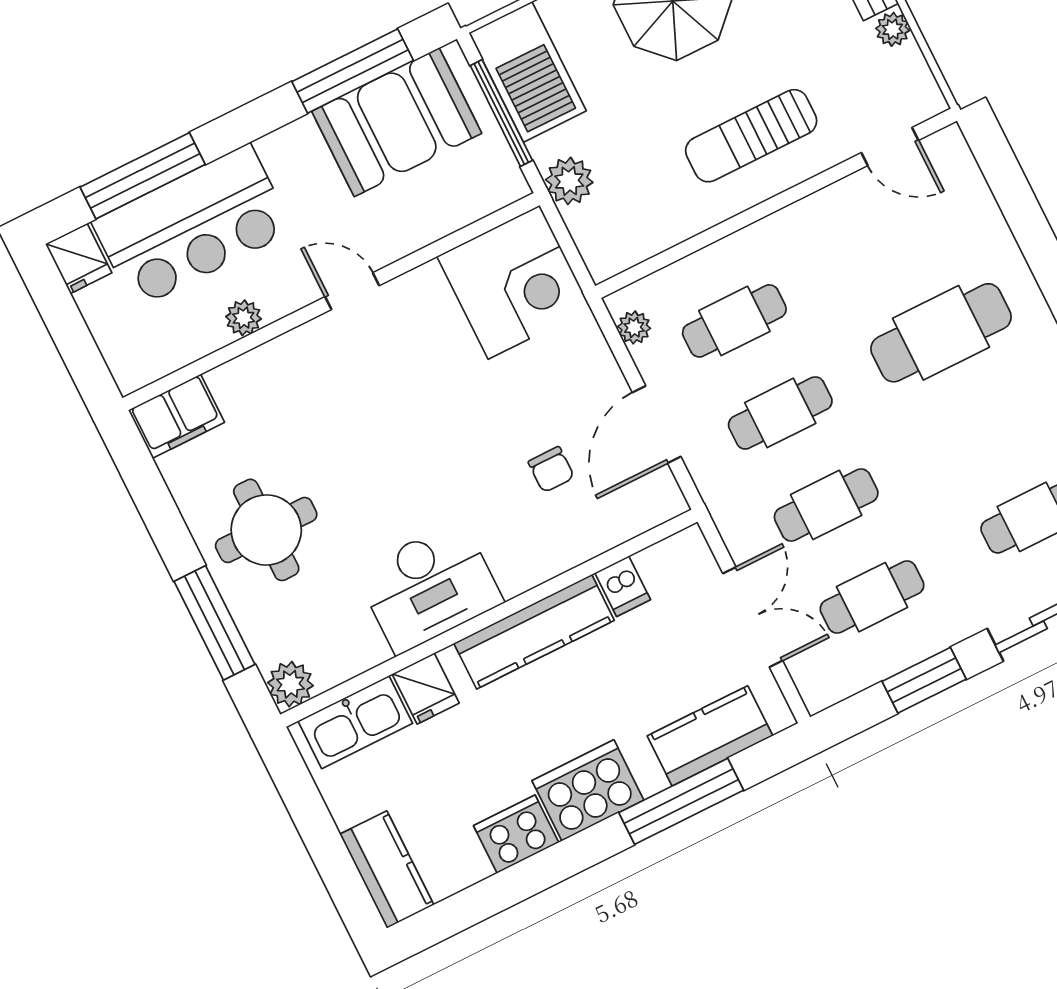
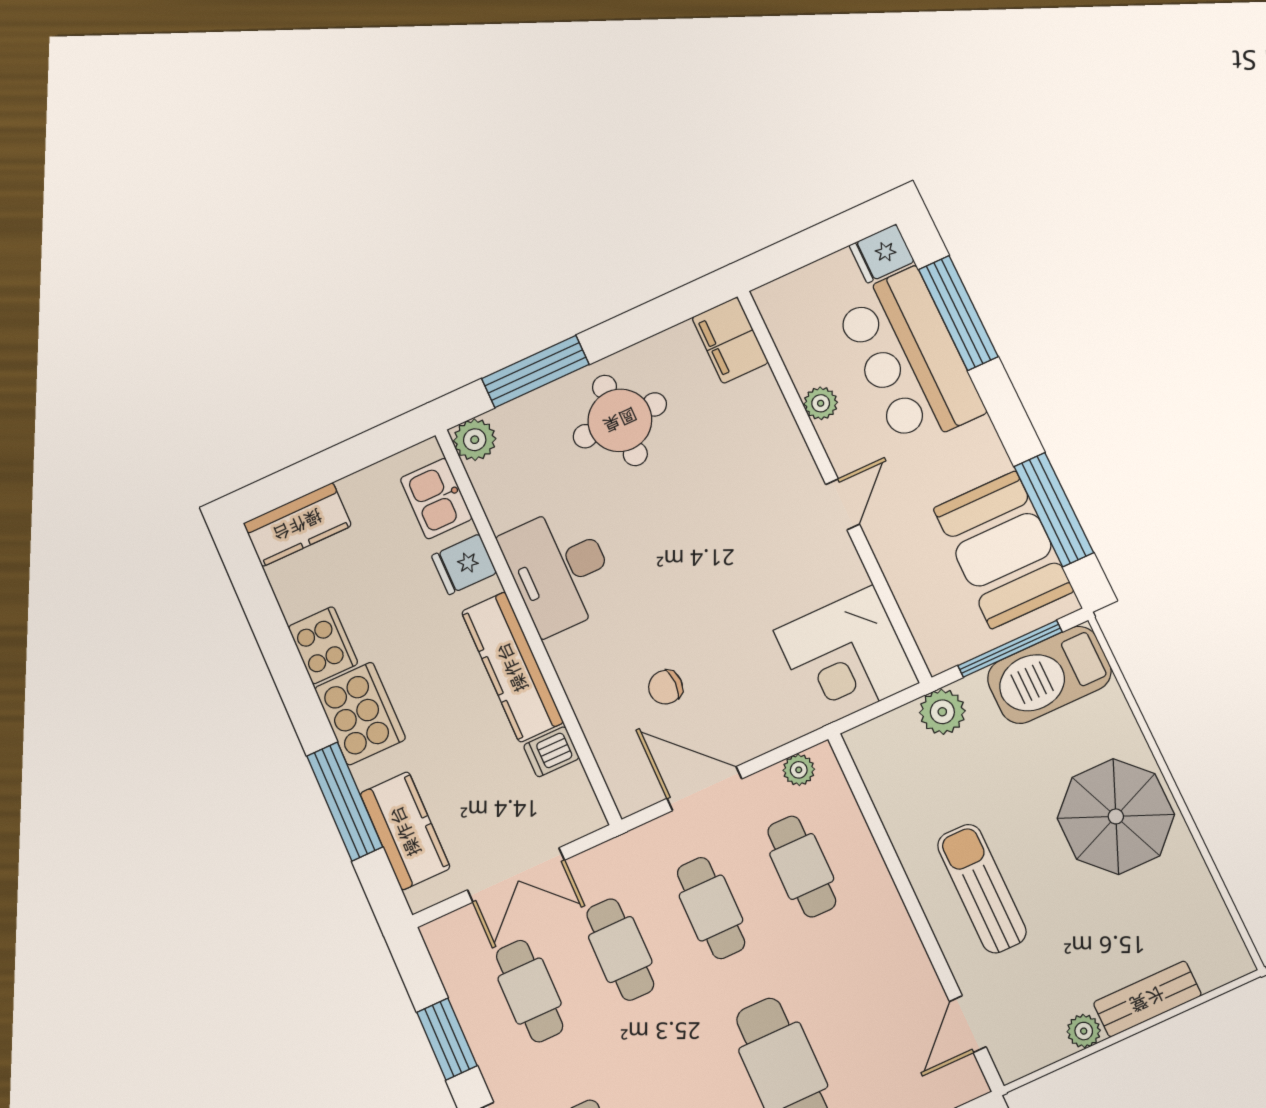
kitchen sink: (355, 722) -> (436, 499), width x0.73

